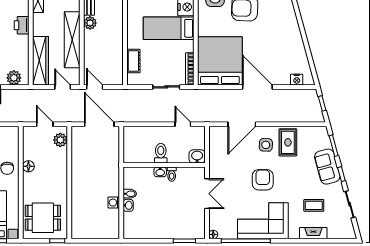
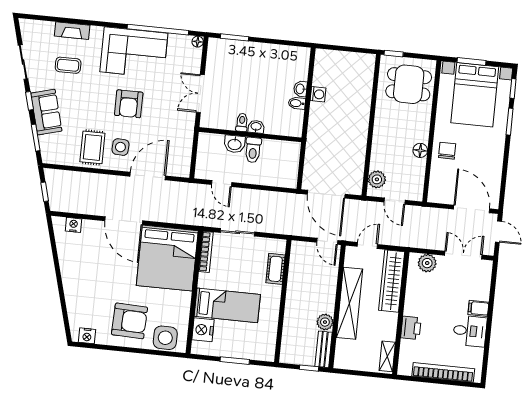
door: (63, 87) -> (367, 245), swing flipped
washbasin: (197, 156) -> (235, 144), moved

